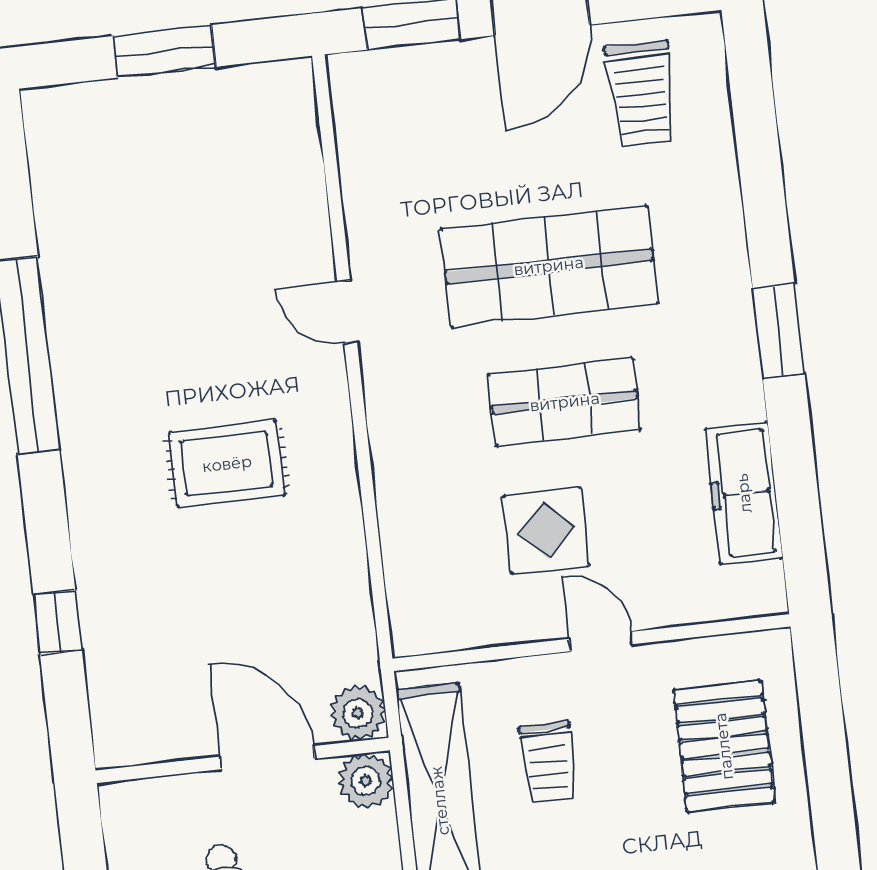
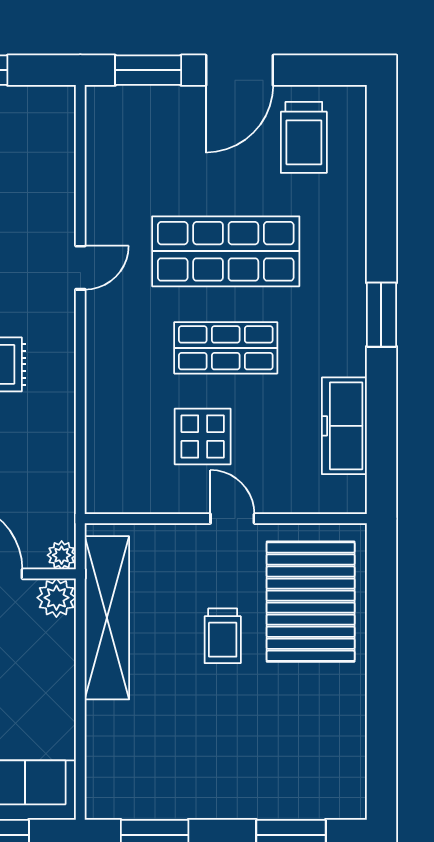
door: (347, 312) -> (80, 268), swing flipped
plant: (358, 713) -> (62, 555), width x0.73, depth x0.73
pallet: (724, 746) -> (311, 602), width x1.37, depth x1.41
trolley: (549, 762) -> (223, 636), moved

